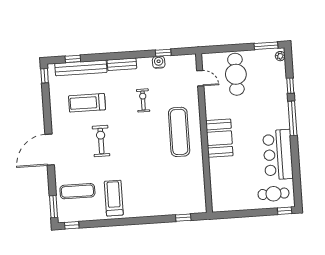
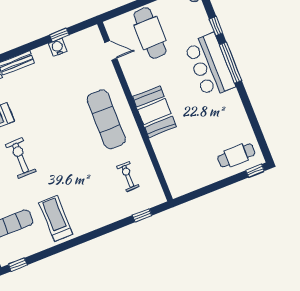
exercise bike: (143, 100) -> (128, 176), moved
bar counter: (278, 155) -> (210, 65), moved

